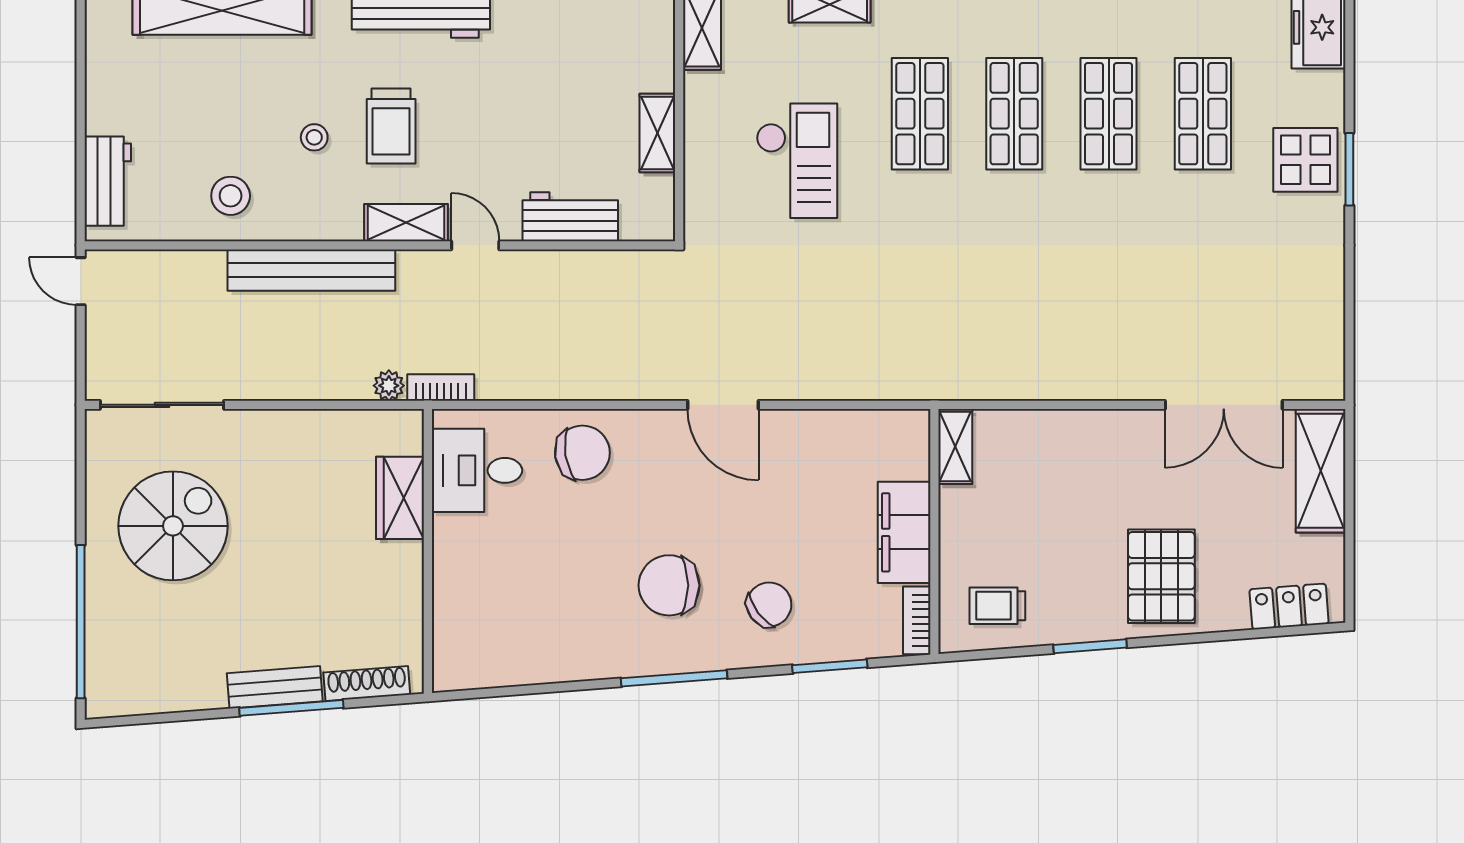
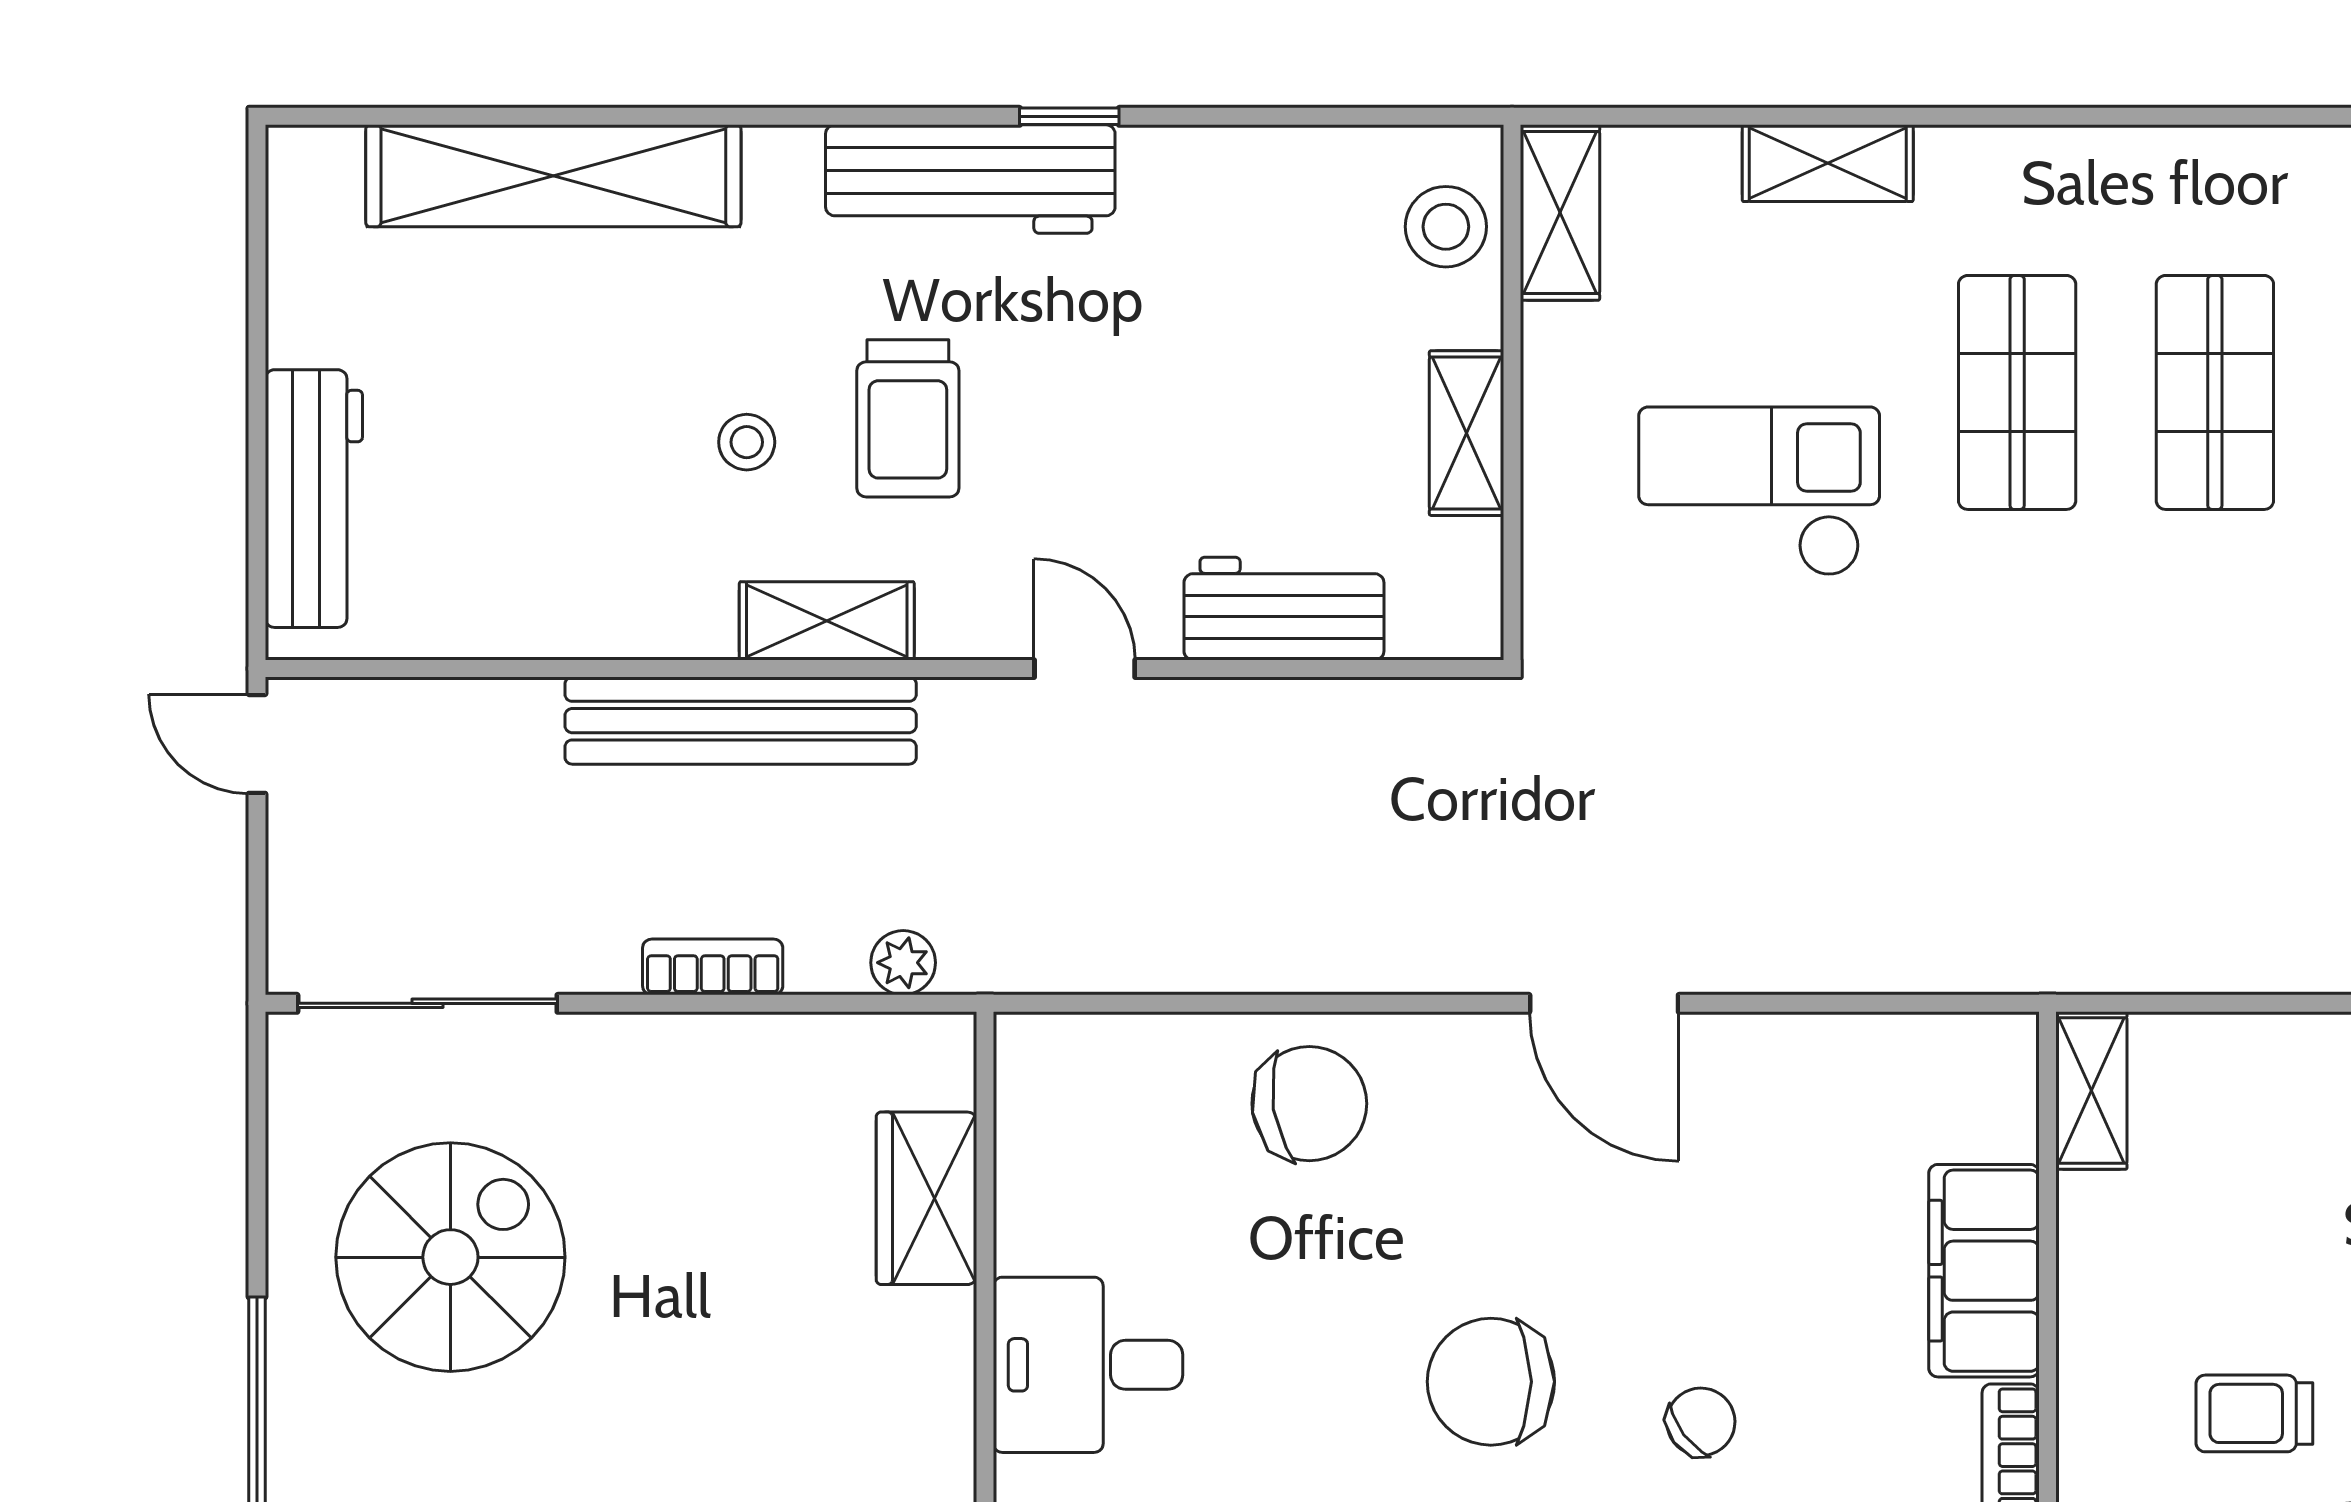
checkout: (797, 161) -> (1759, 491), turned -90
workbench: (108, 181) -> (314, 499), width x1.37
stool: (231, 196) -> (1446, 227), moved
shelving: (406, 223) -> (827, 621), moved
bookcase: (441, 388) -> (713, 967), moved
desk: (477, 470) -> (1088, 1365), moved
chair: (769, 604) -> (1701, 1422), width x0.73, depth x0.73
trolley: (997, 606) -> (2254, 1413), moved

